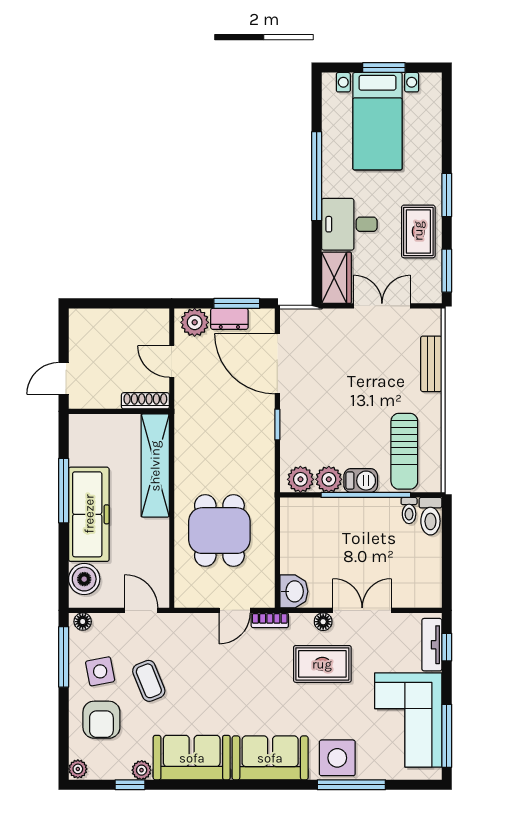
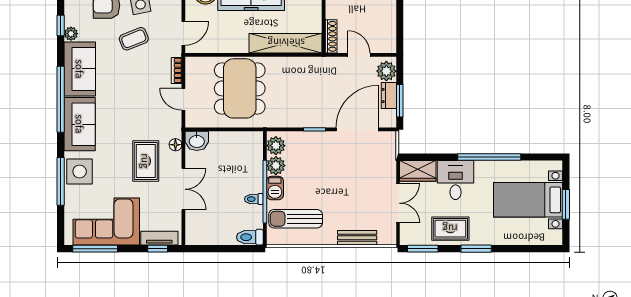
door: (172, 361) -> (359, 55), hinge flipped
toilet: (409, 510) -> (254, 199), moved
dining table: (219, 531) -> (240, 88), width x1.37
bookcase: (270, 620) -> (176, 70), moved
floor lamp: (323, 622) -> (175, 145), moved
window: (235, 785) -> (61, 99), added

